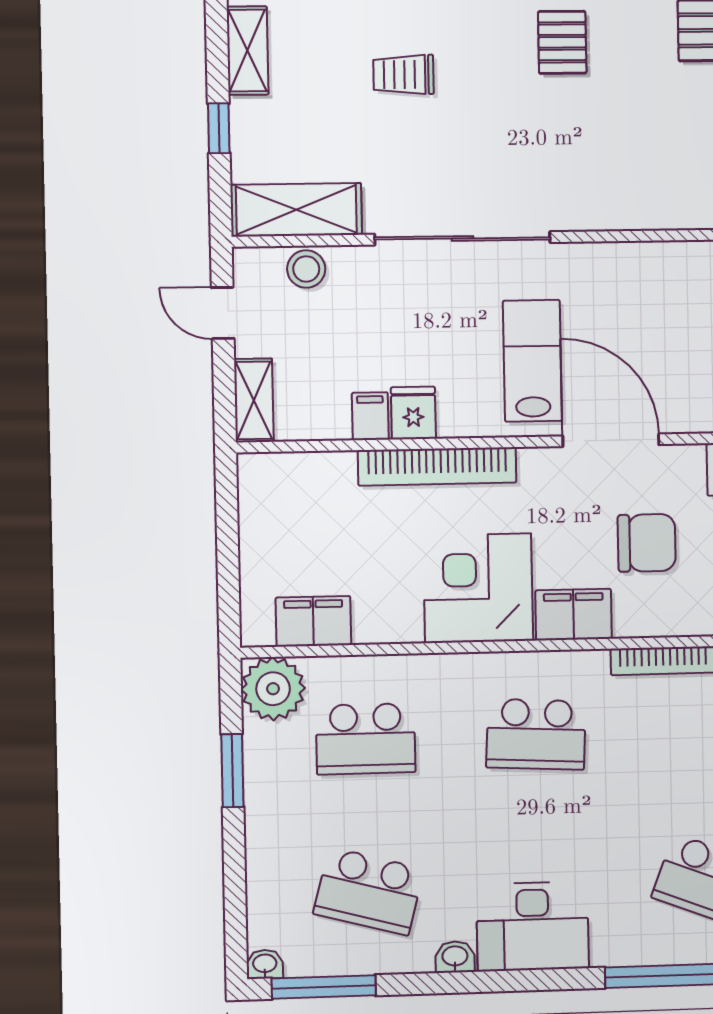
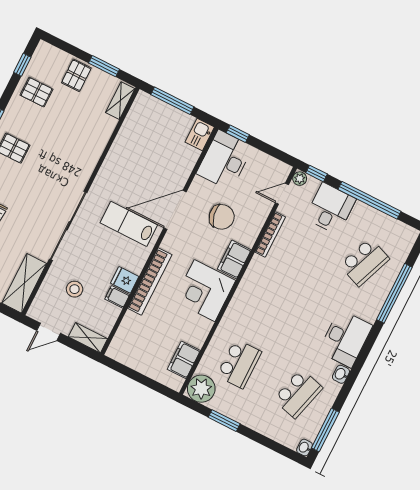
stool: (306, 269) -> (75, 289), moved
chair: (647, 543) -> (222, 217), turned 78
school desk: (536, 734) -> (272, 298), removed

